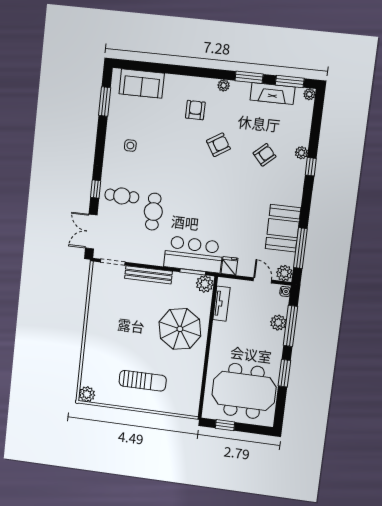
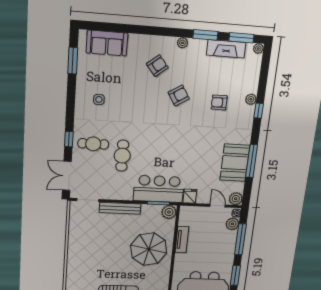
armchair: (195, 110) -> (157, 66), turned 51
armchair: (265, 155) -> (219, 102), turned -138
window: (300, 248) -> (252, 161), moved
tv unit: (221, 304) -> (182, 240), moved
plant: (278, 323) -> (232, 224), moved

